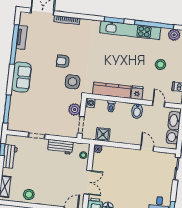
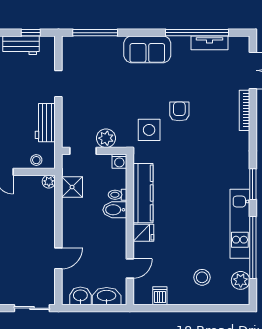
kitchen unit: (130, 30) -> (240, 224), width x0.73
stool: (161, 65) -> (202, 277), moved
bidet: (137, 111) -> (115, 210), moved

